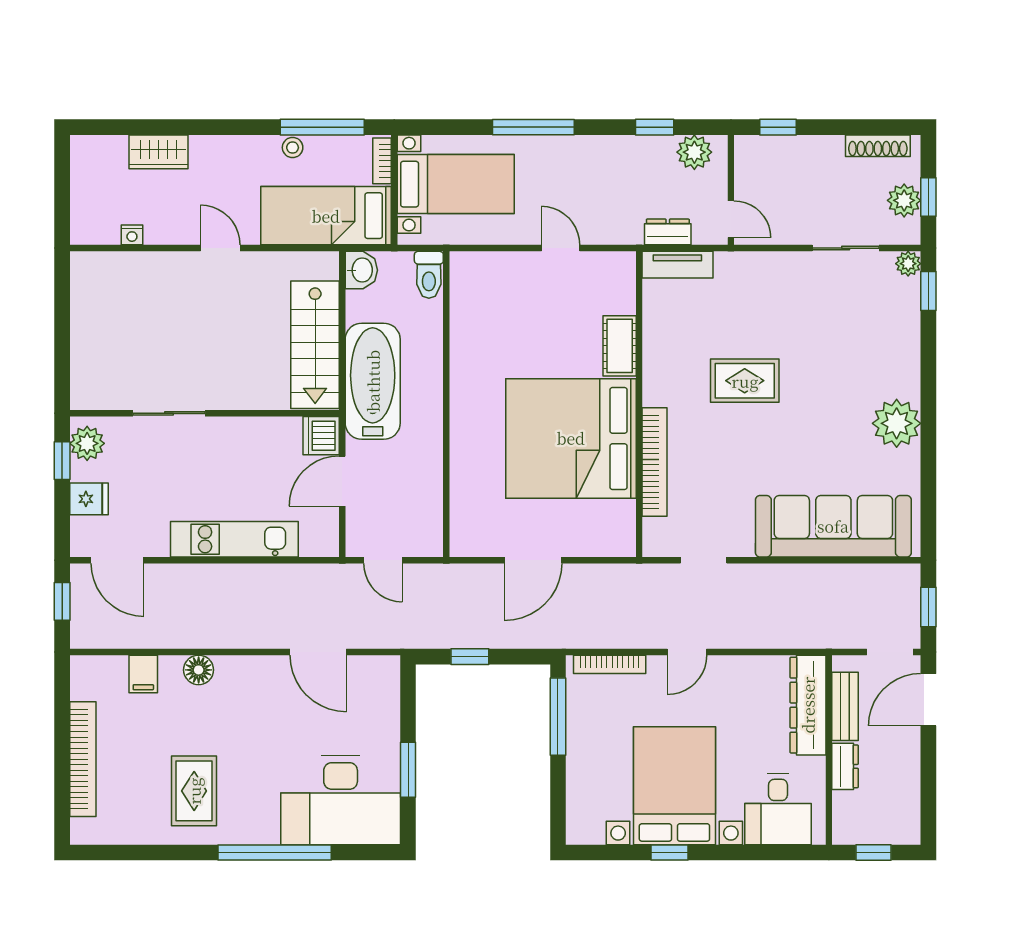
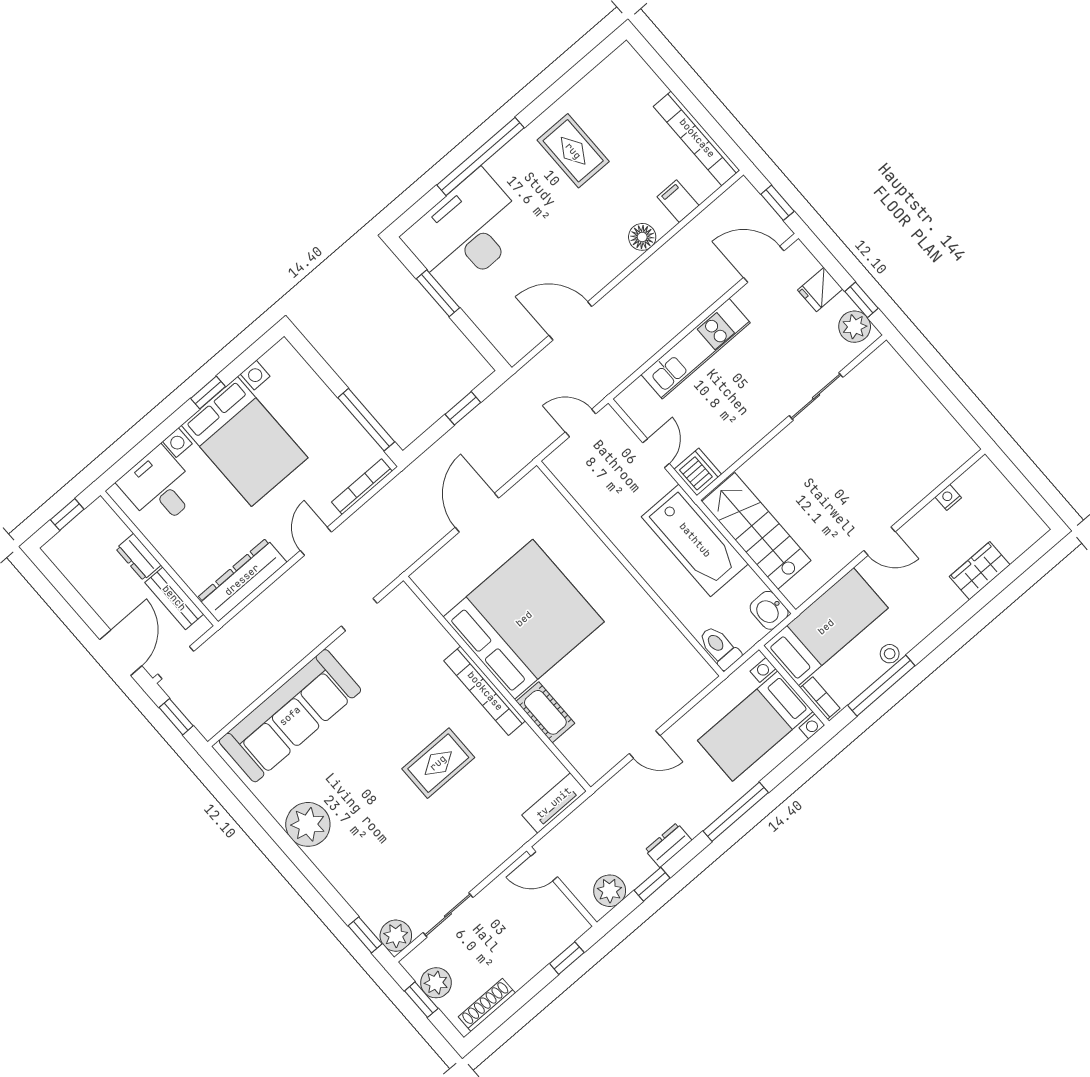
dresser: (668, 232) -> (668, 845), moved, turned 180
plant: (908, 264) -> (396, 936), width x1.38, depth x1.38
bookcase: (655, 462) -> (485, 691), moved
door: (342, 481) -> (656, 453), width x0.73
dresser: (808, 705) -> (242, 580), moved, turned -90
bookcase: (83, 759) -> (697, 138), moved

